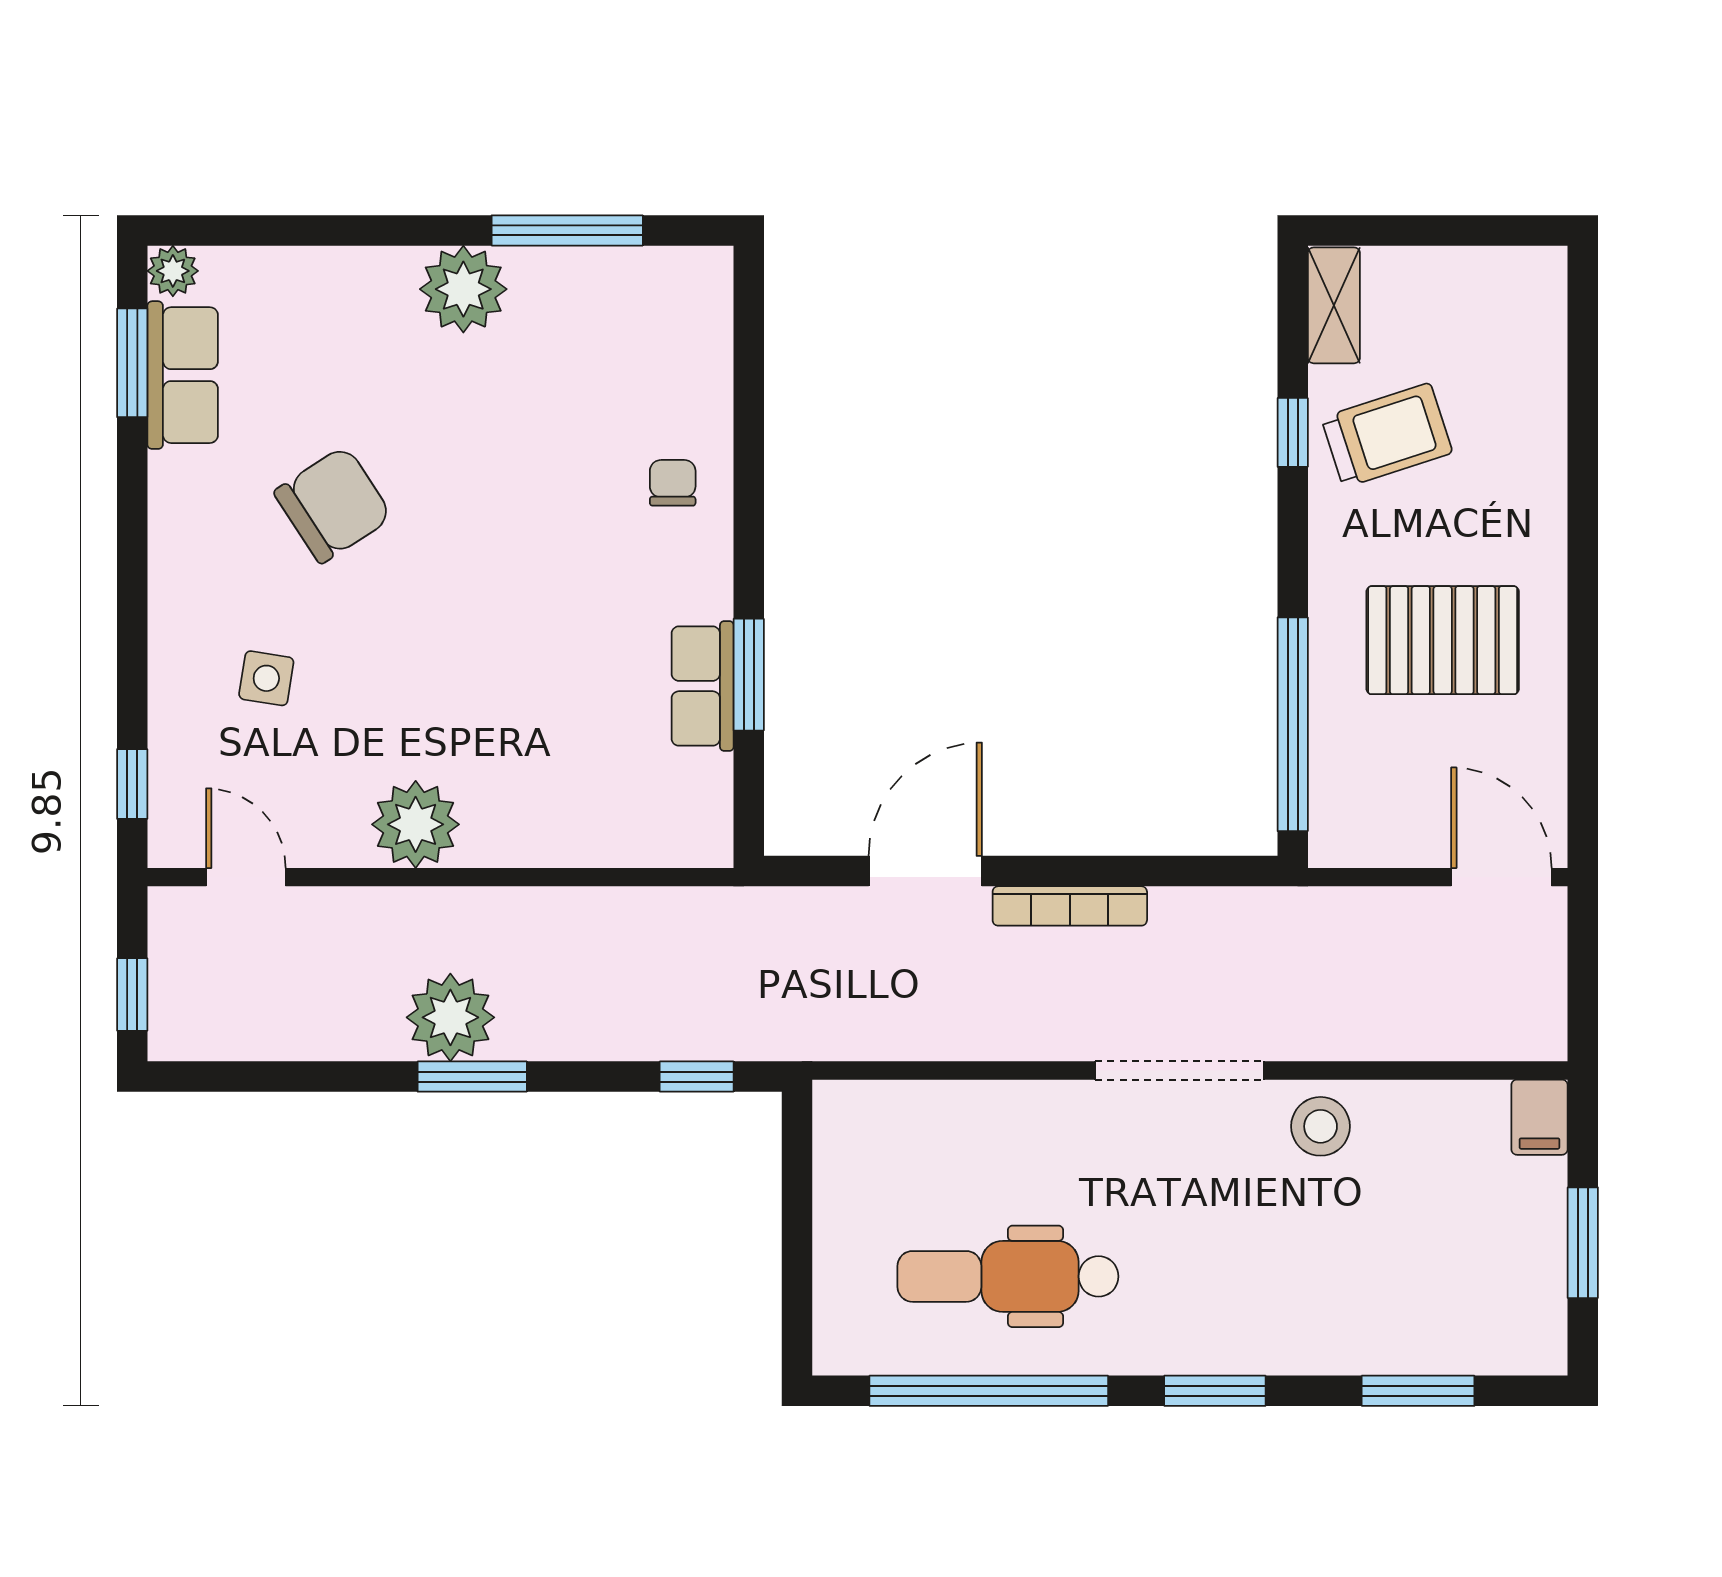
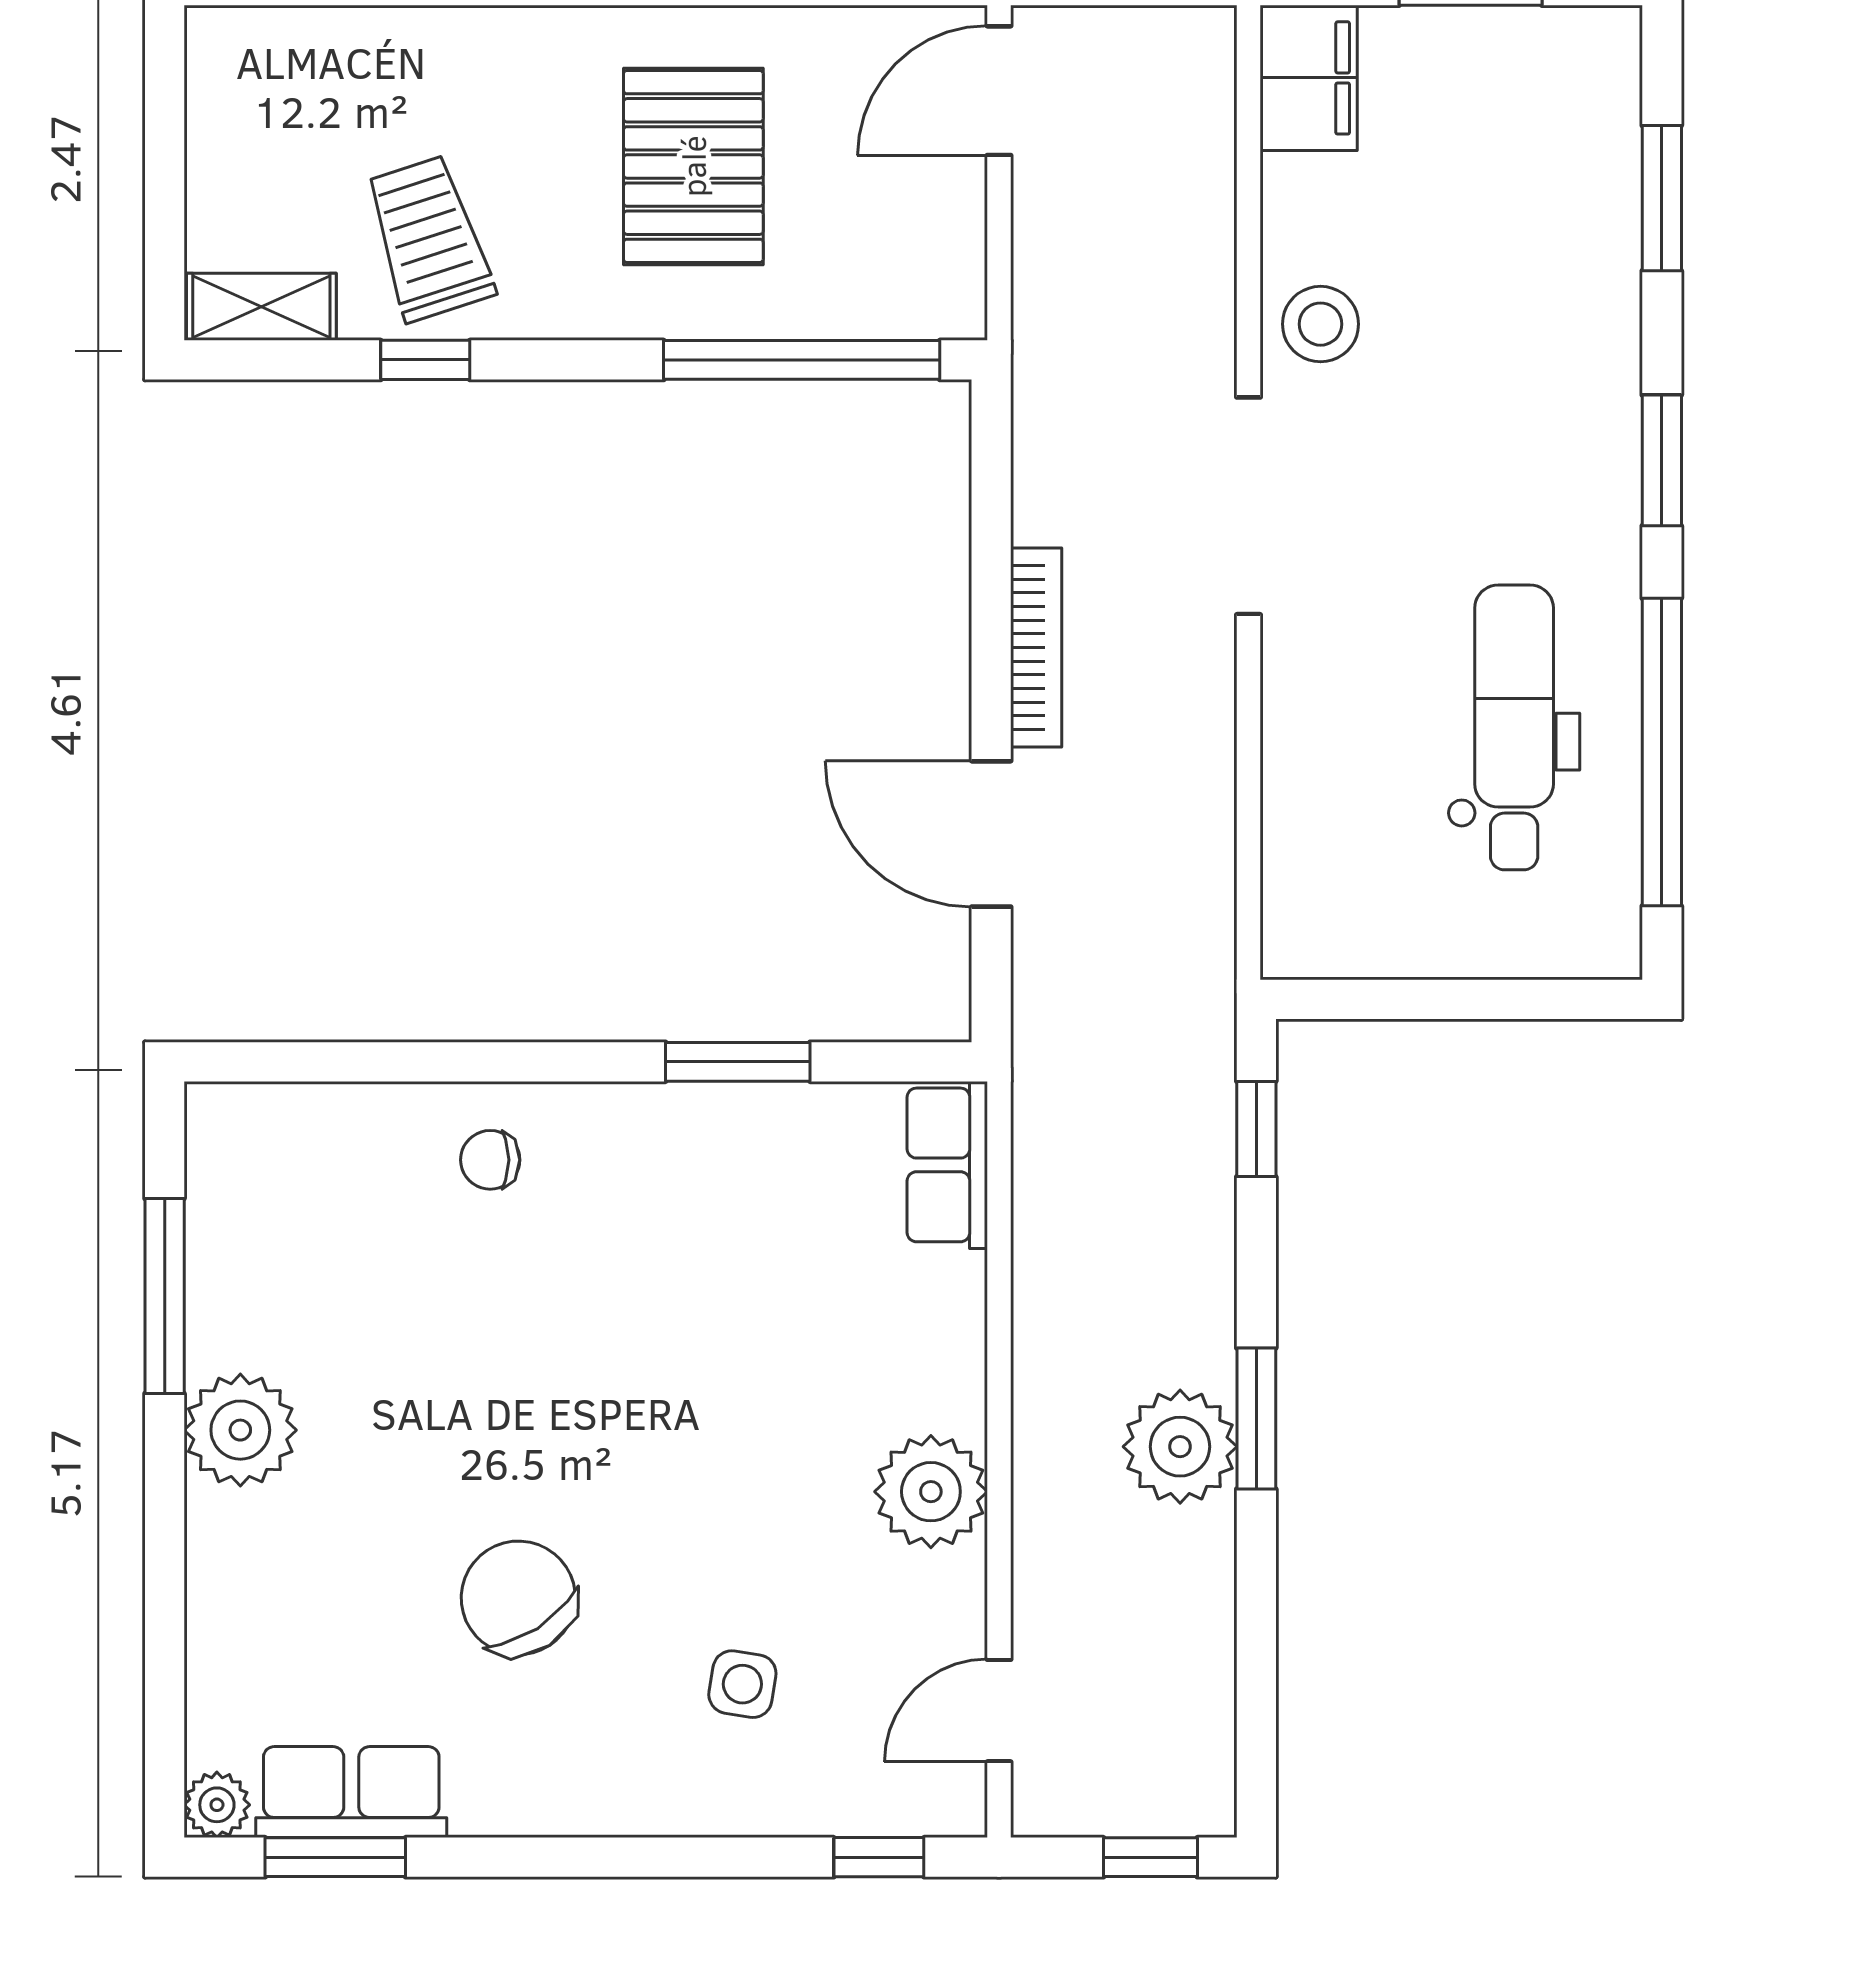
row of seats: (703, 686) -> (947, 1165), moved, turned 90
filing cabinet: (1539, 1117) -> (1309, 78), width x2.00
dental chair: (1008, 1276) -> (1514, 727), turned 180

